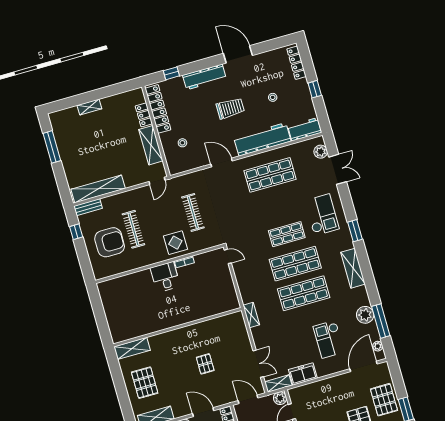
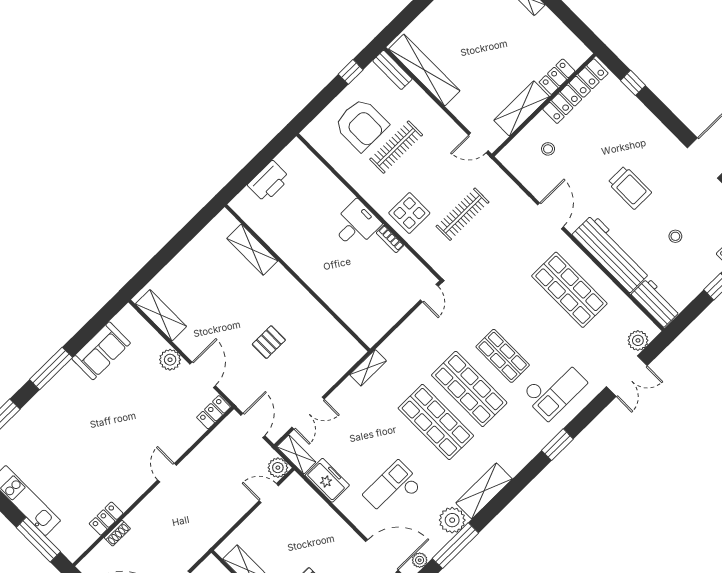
workbench: (204, 77) -> (652, 130), removed
shelving: (353, 268) -> (484, 491), moved
printer: (113, 313) -> (269, 181), added
shelving: (132, 348) -> (252, 250), moved
pallet: (145, 383) -> (199, 275), removed

